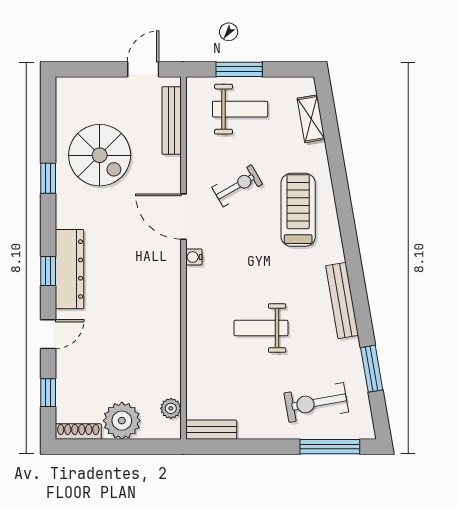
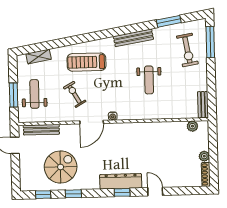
window: (48, 393) -> (43, 195), moved
plant: (122, 421) -> (204, 156), width x0.53, depth x0.53

